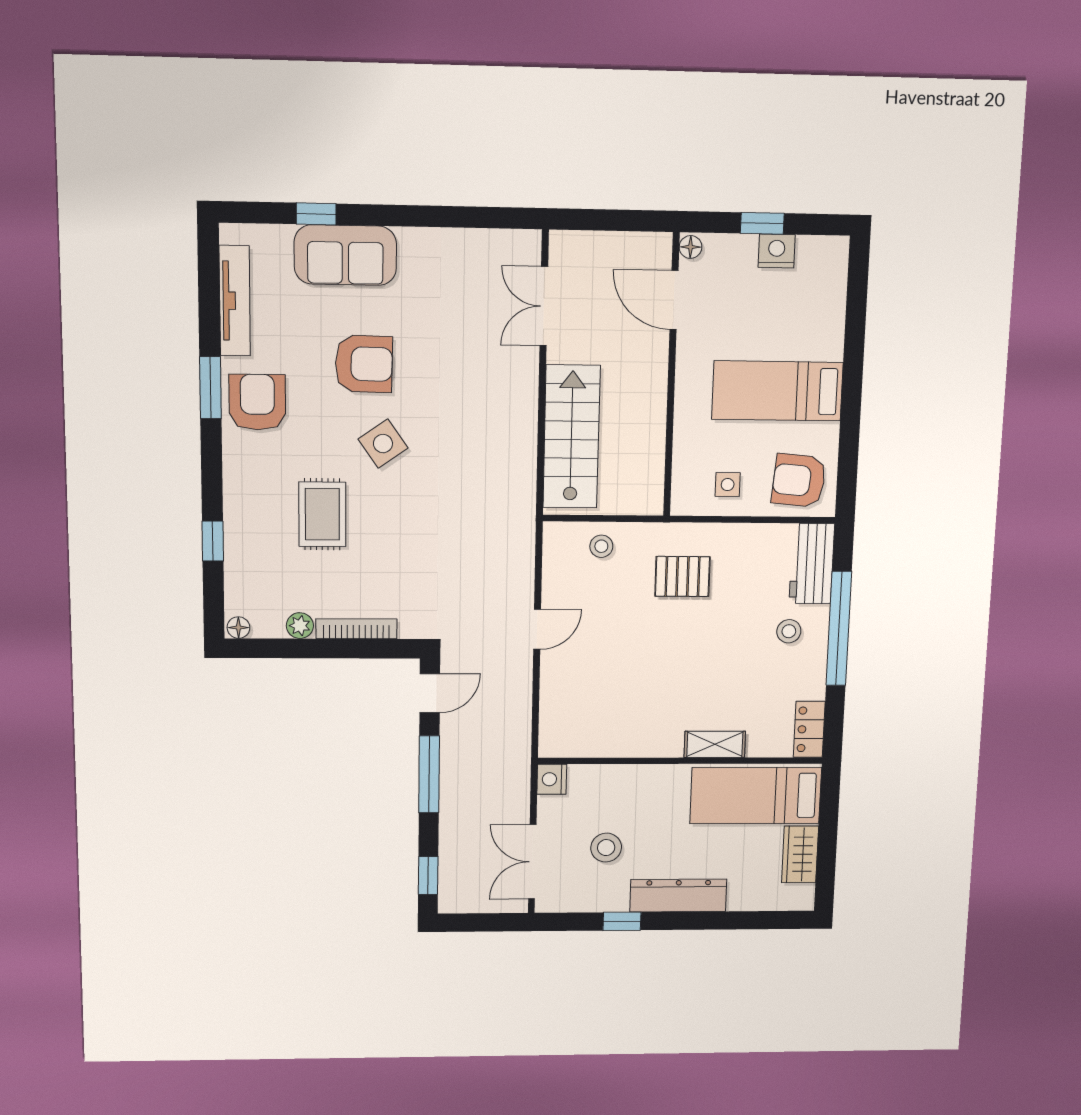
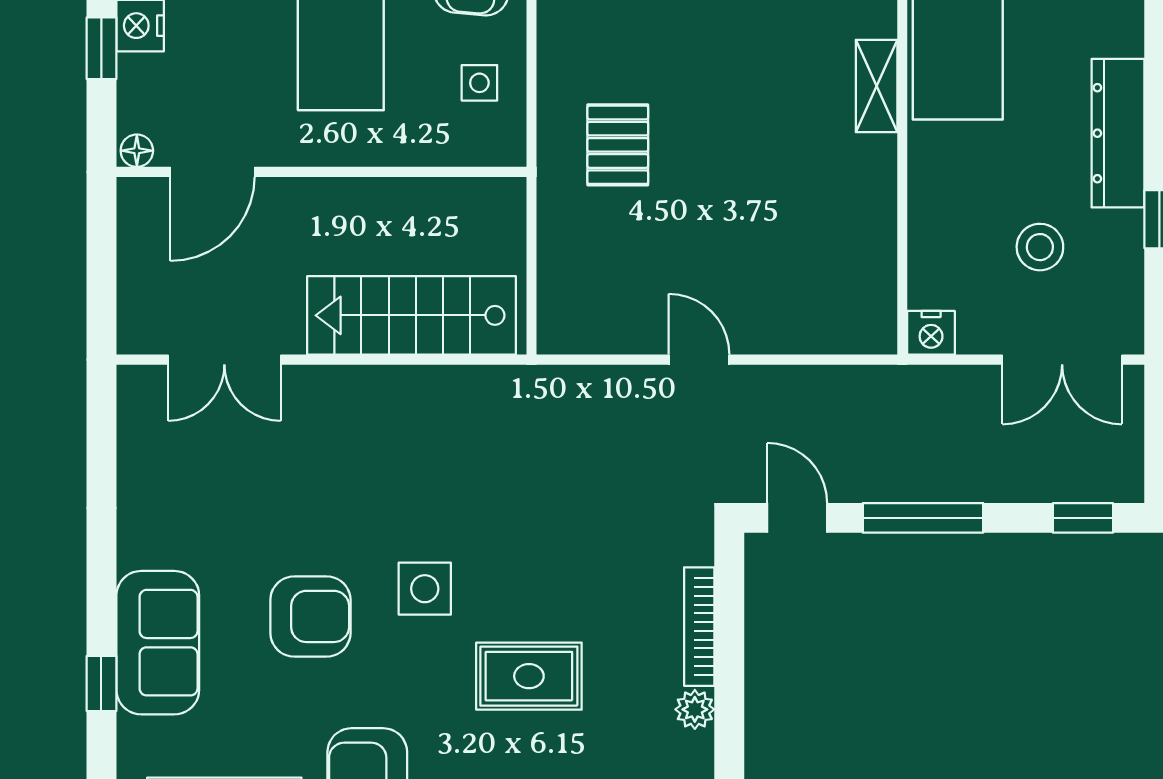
armchair: (364, 364) -> (310, 616), turned 89
side table: (383, 444) -> (425, 589), turned 35
stool: (601, 546) -> (573, 267), removed

